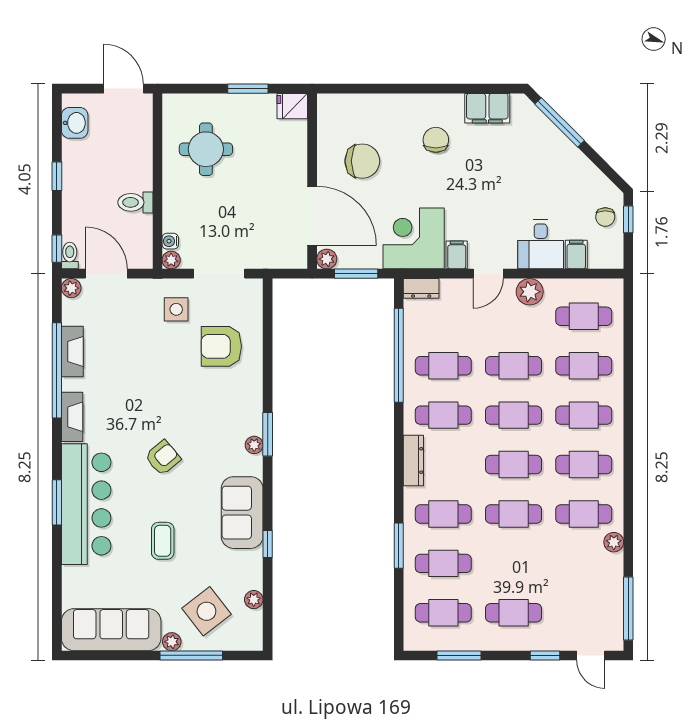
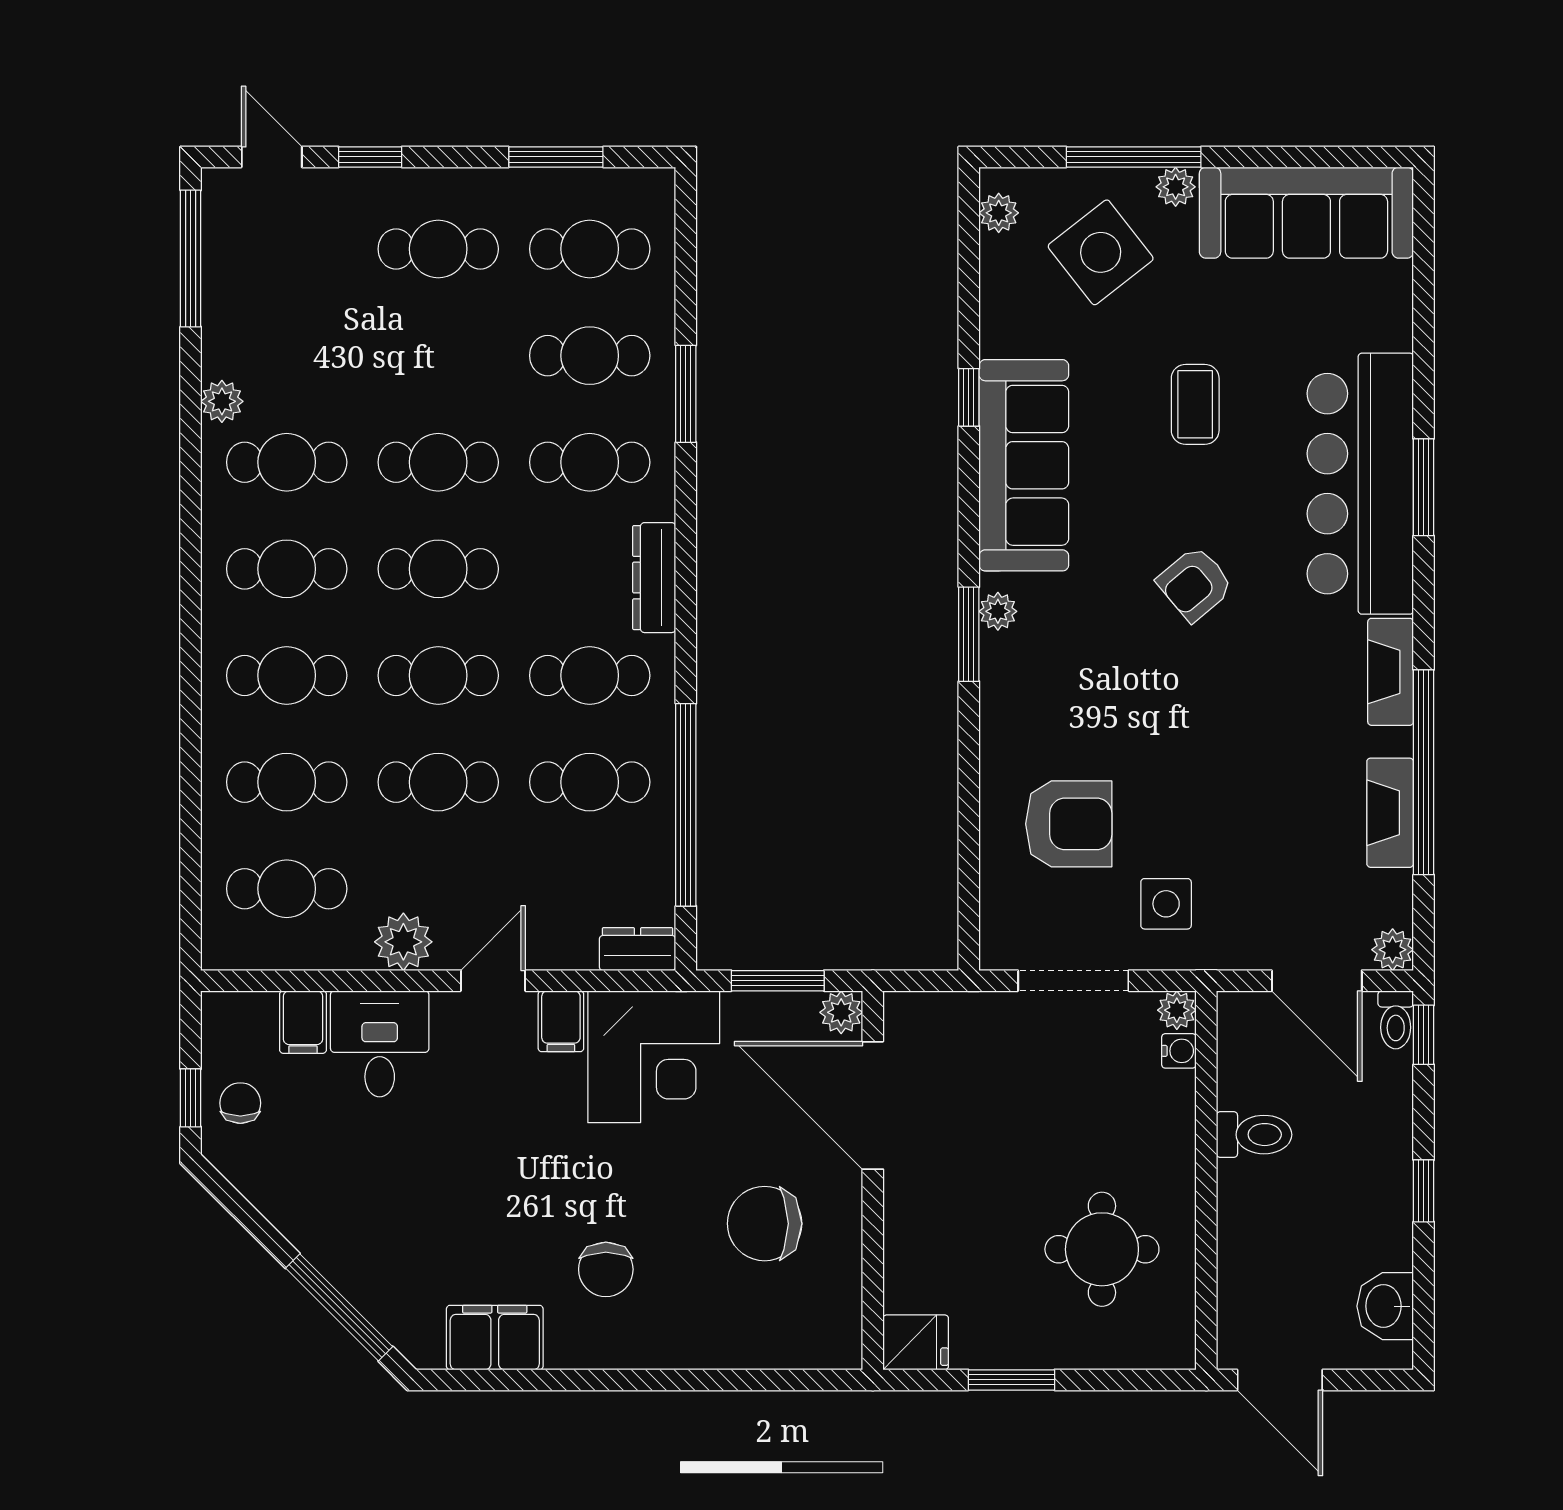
sofa: (242, 513) -> (1024, 465), width x1.36
plant: (254, 600) -> (999, 213), moved

